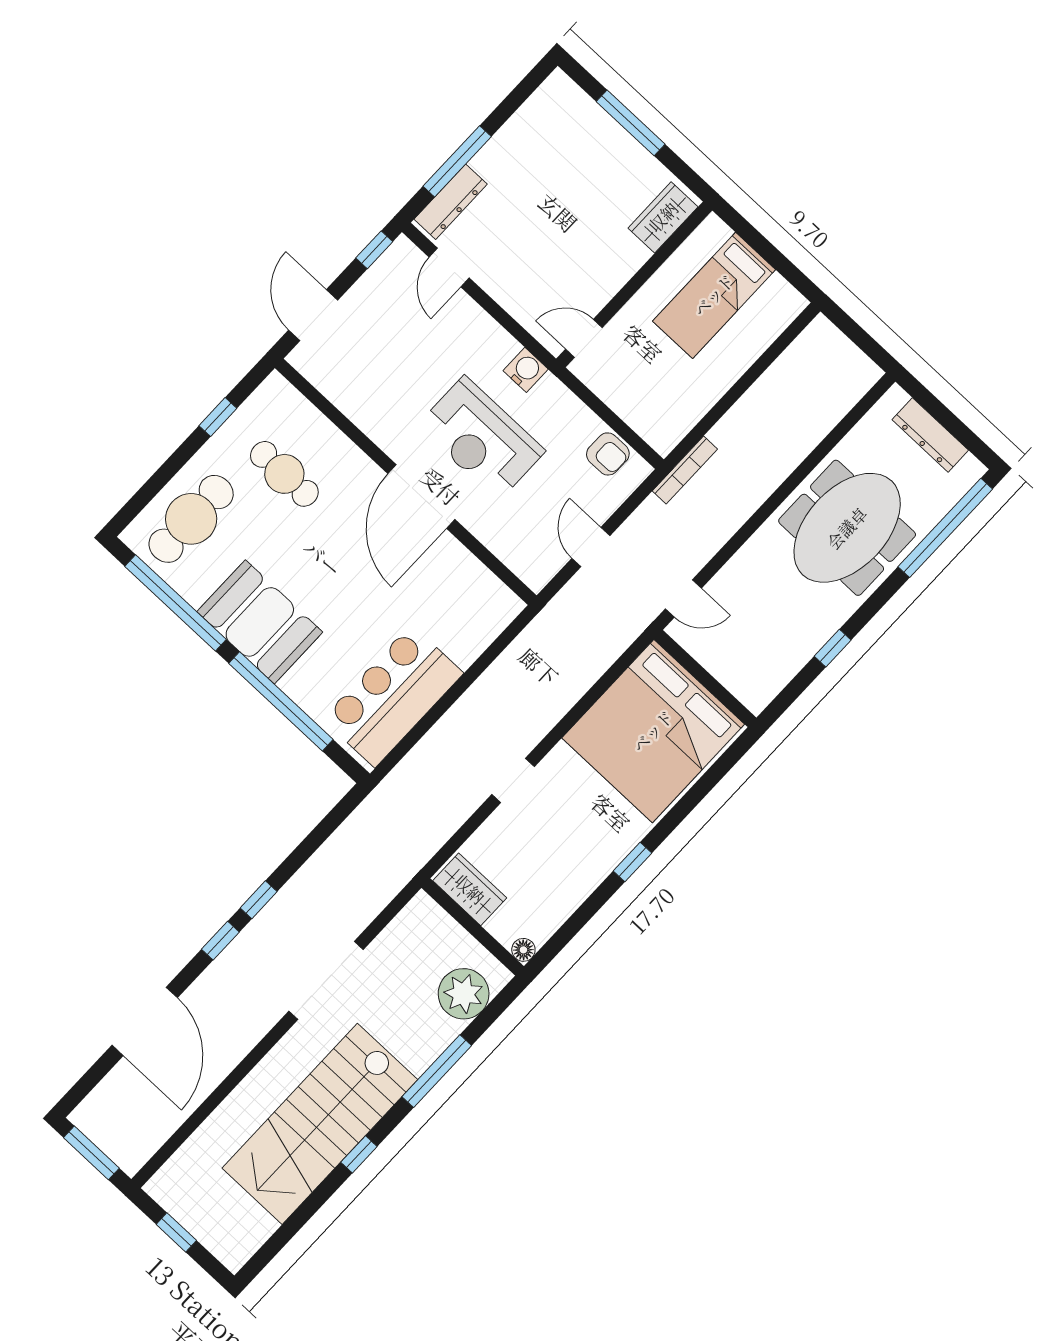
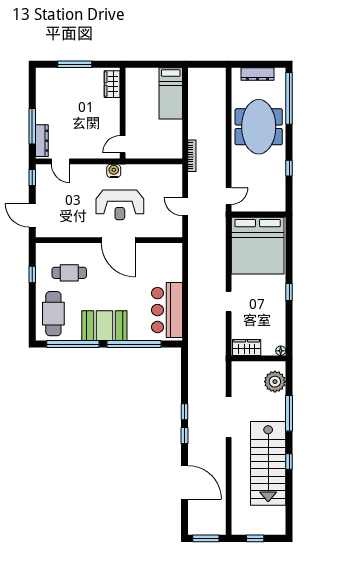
bed: (714, 295) -> (171, 93), moved
armchair: (608, 454) -> (163, 173), removed

